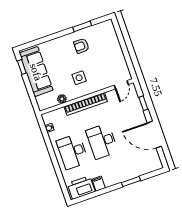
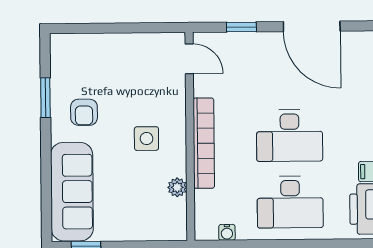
sofa: (36, 72) -> (72, 192), moved, turned 90
door: (154, 135) -> (312, 26), hinge flipped

